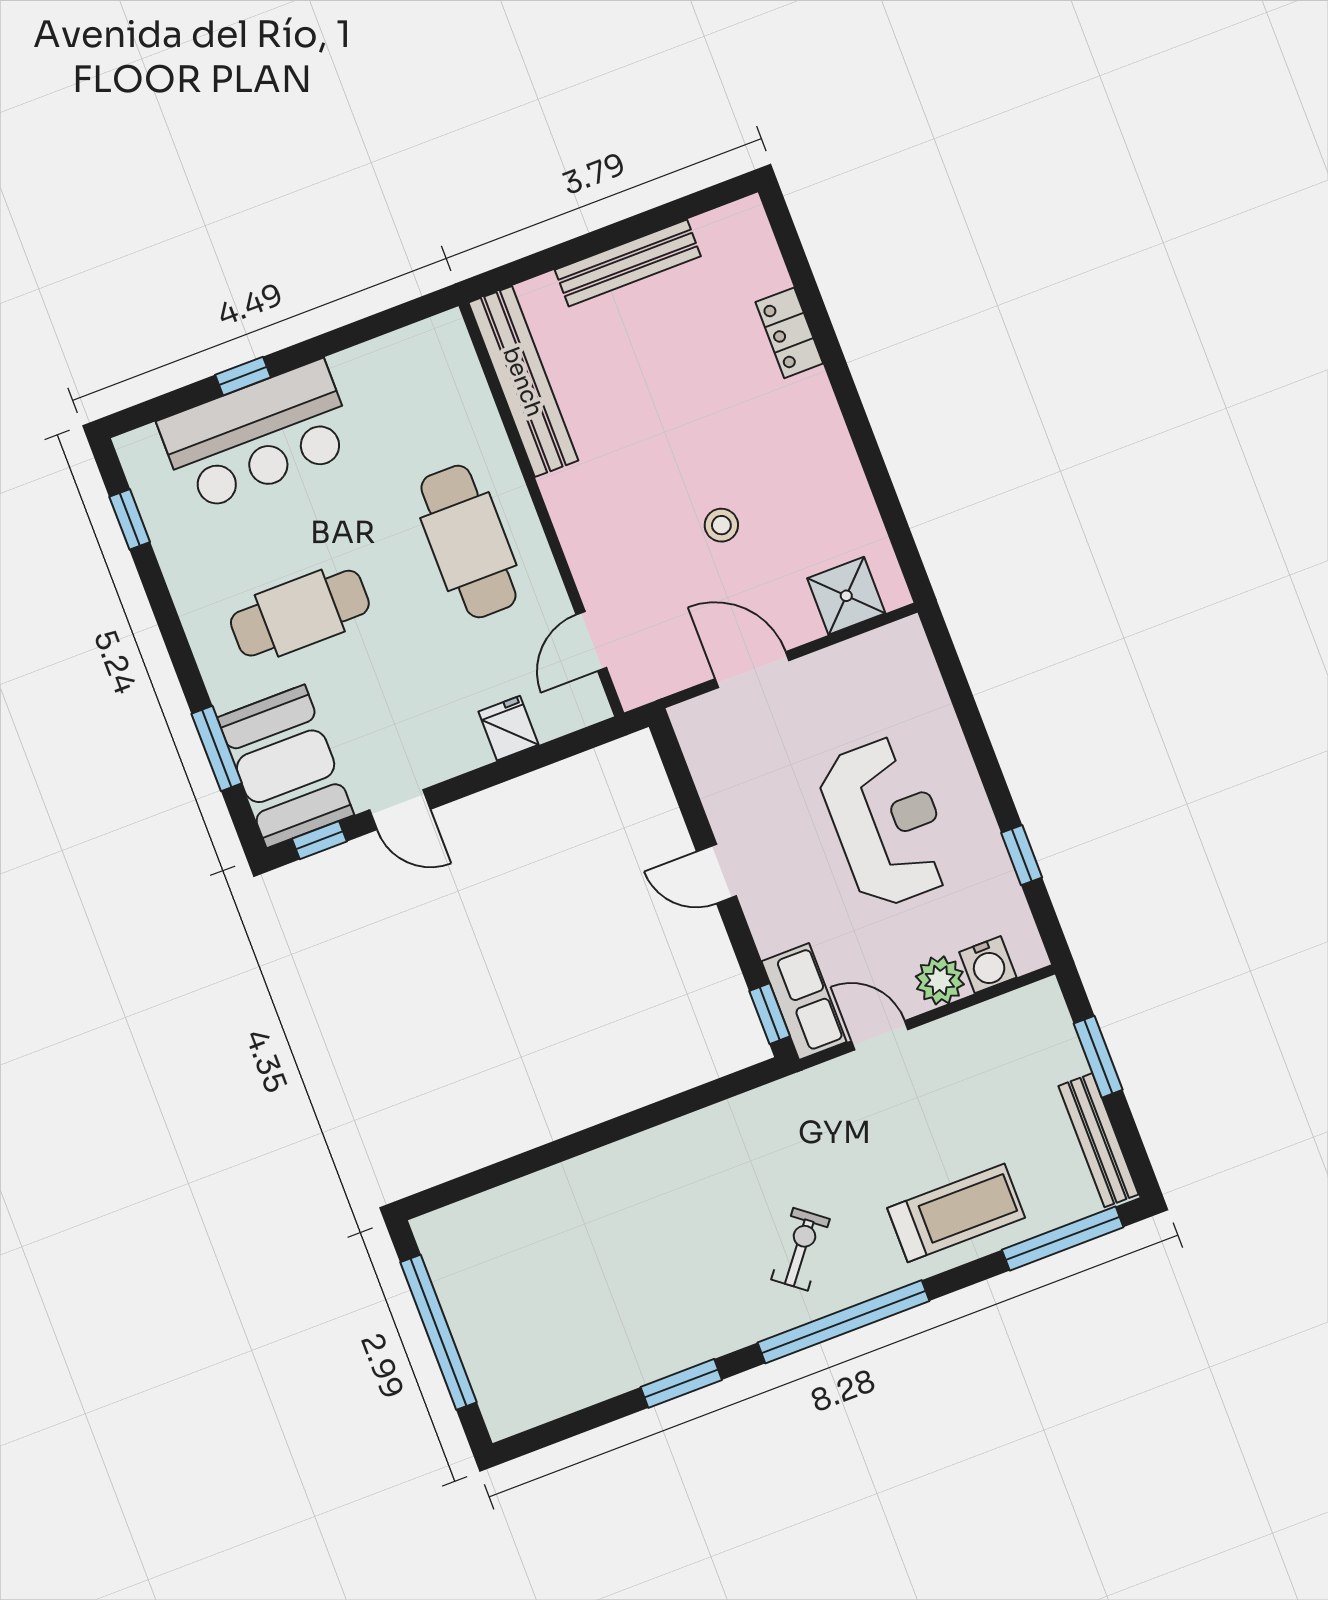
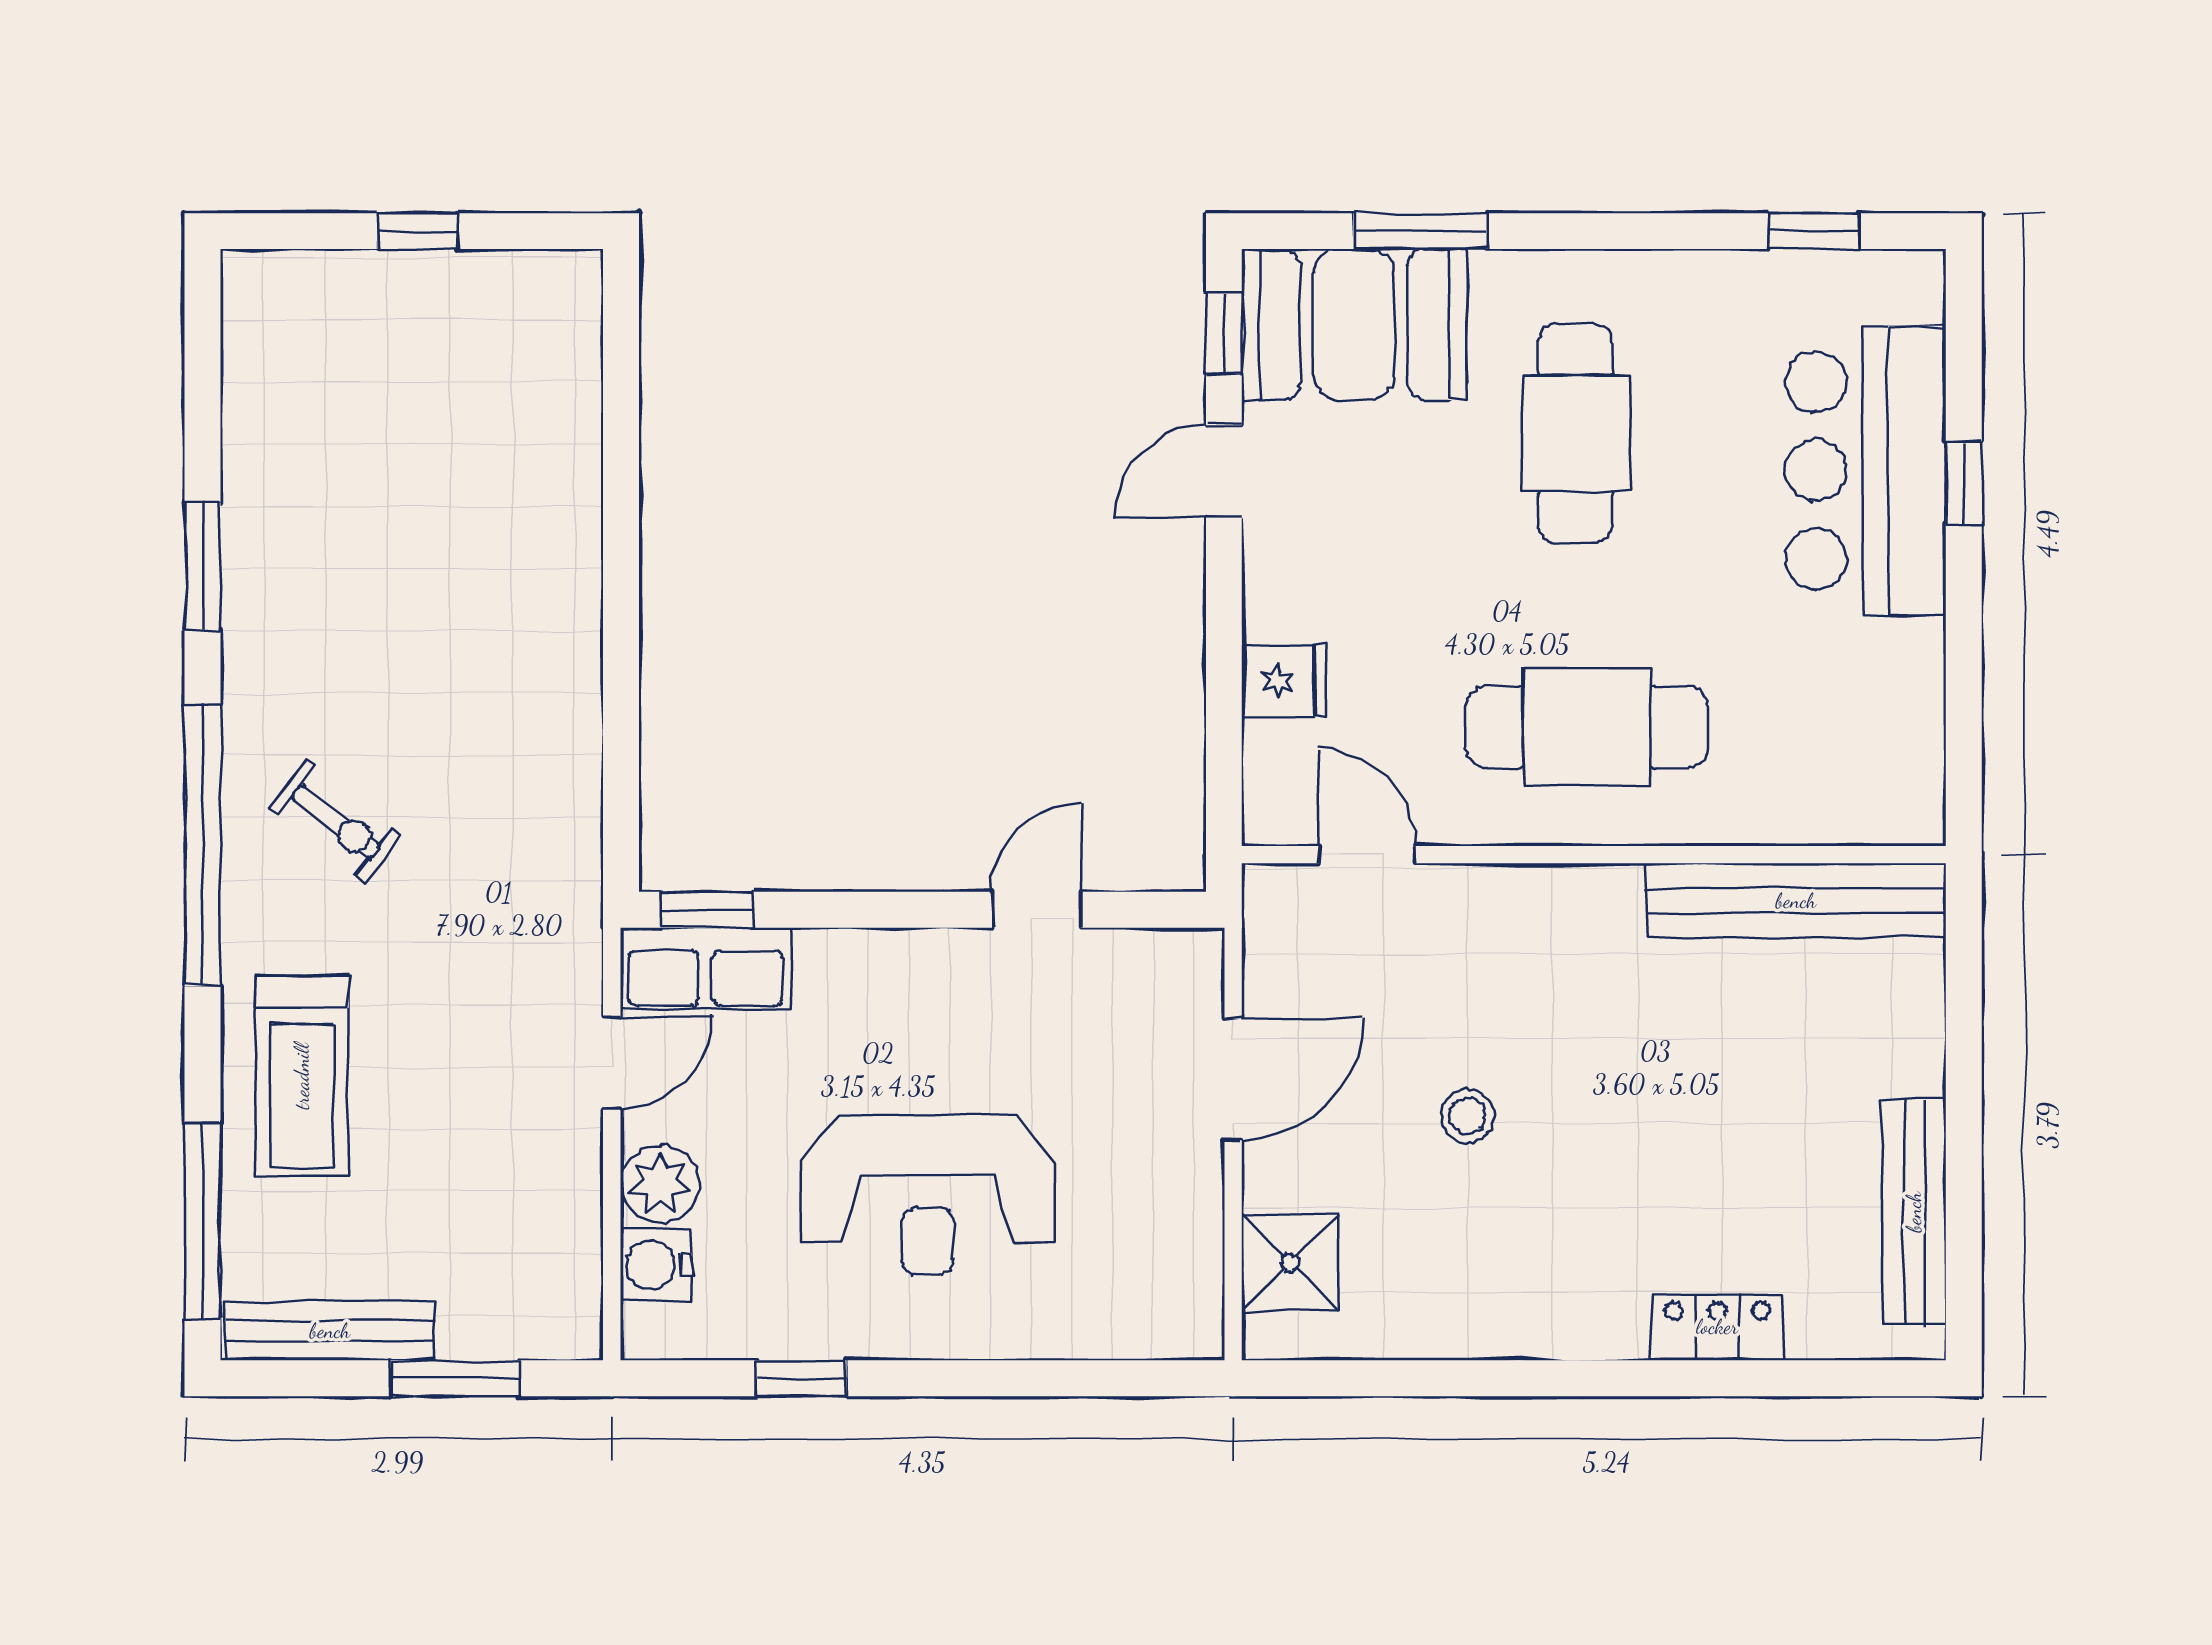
bench: (628, 263) -> (1914, 1212), moved
door: (717, 874) -> (1037, 910), moved
window: (438, 1332) -> (418, 231), width x0.32

